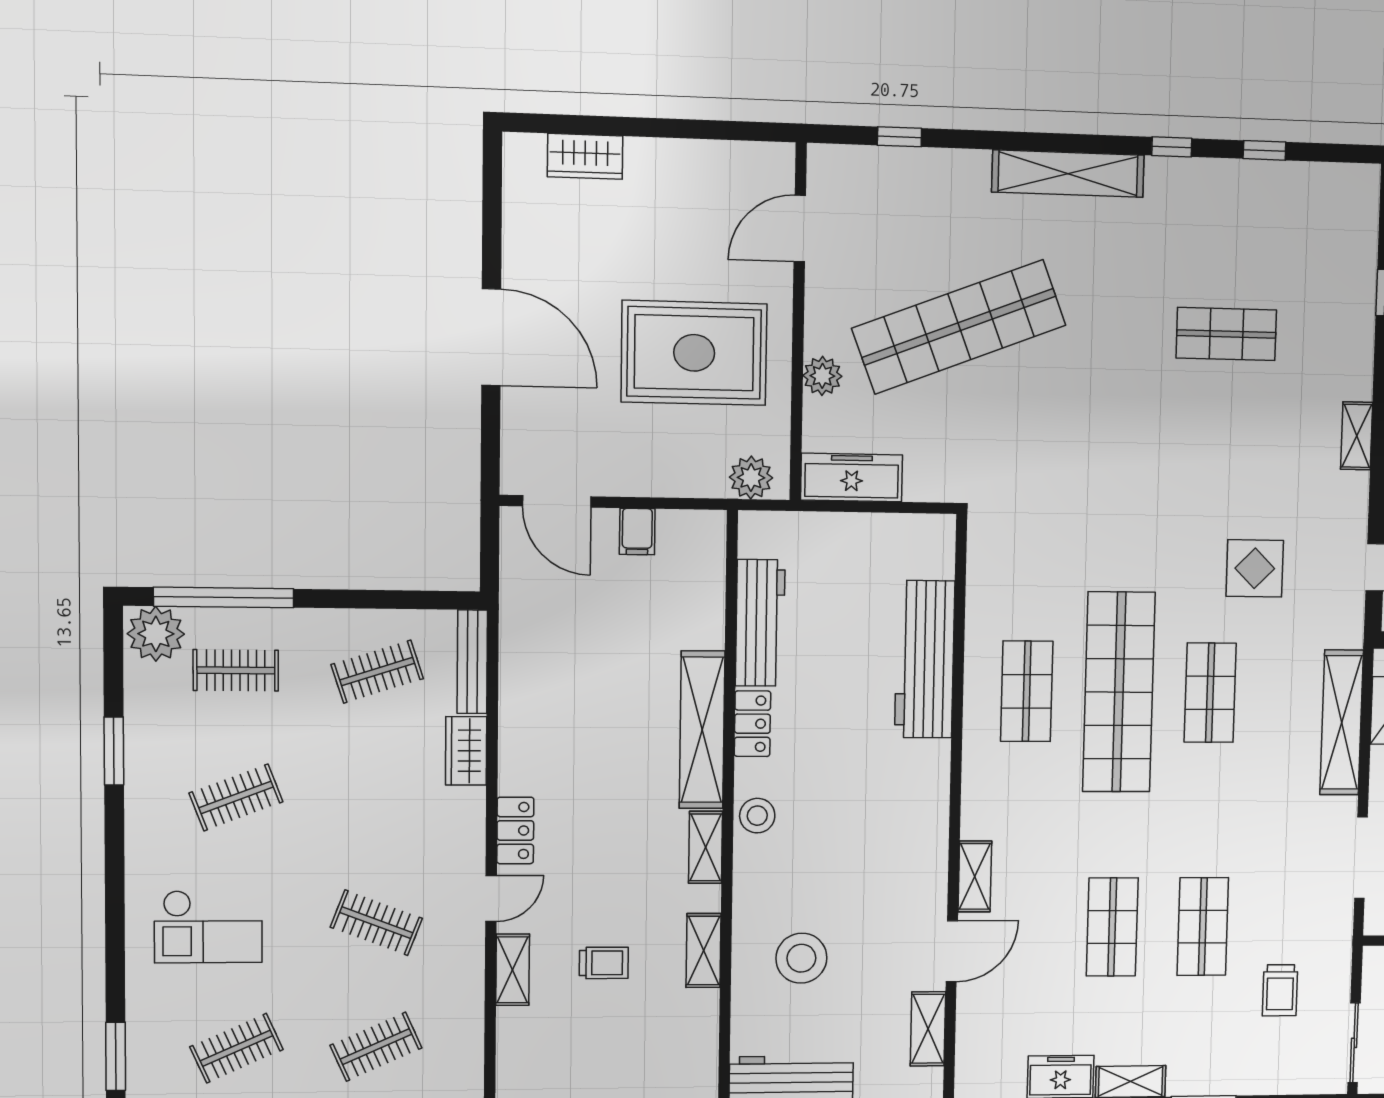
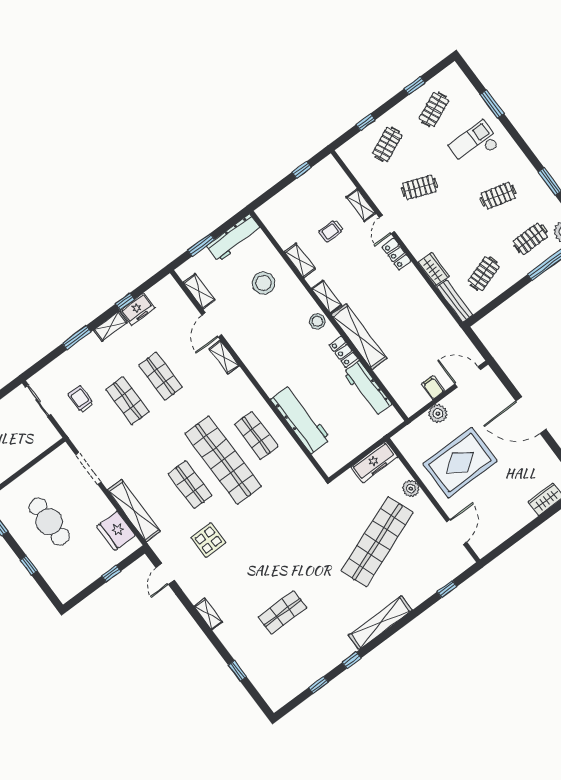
plant: (751, 478) -> (438, 414), moved
clothes rail: (236, 797) -> (498, 196), turned 36
window: (116, 1056) -> (492, 104), moved

